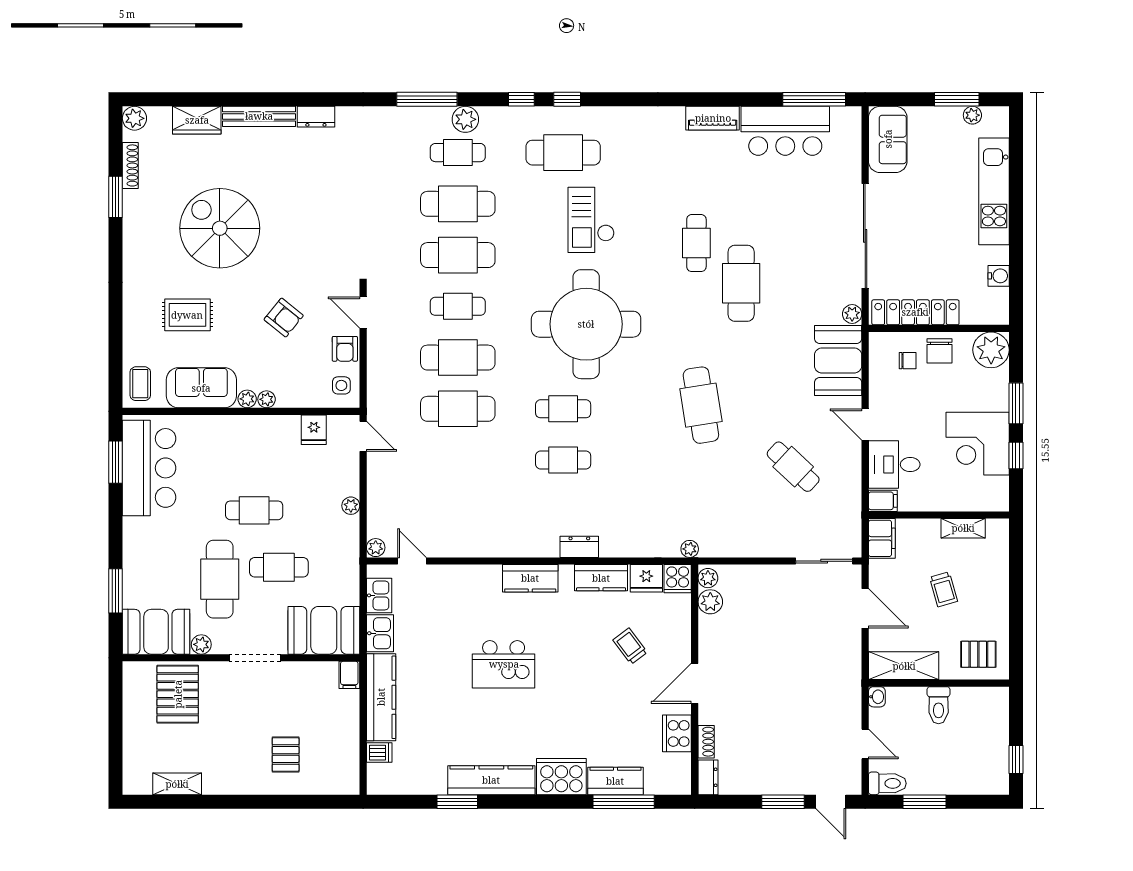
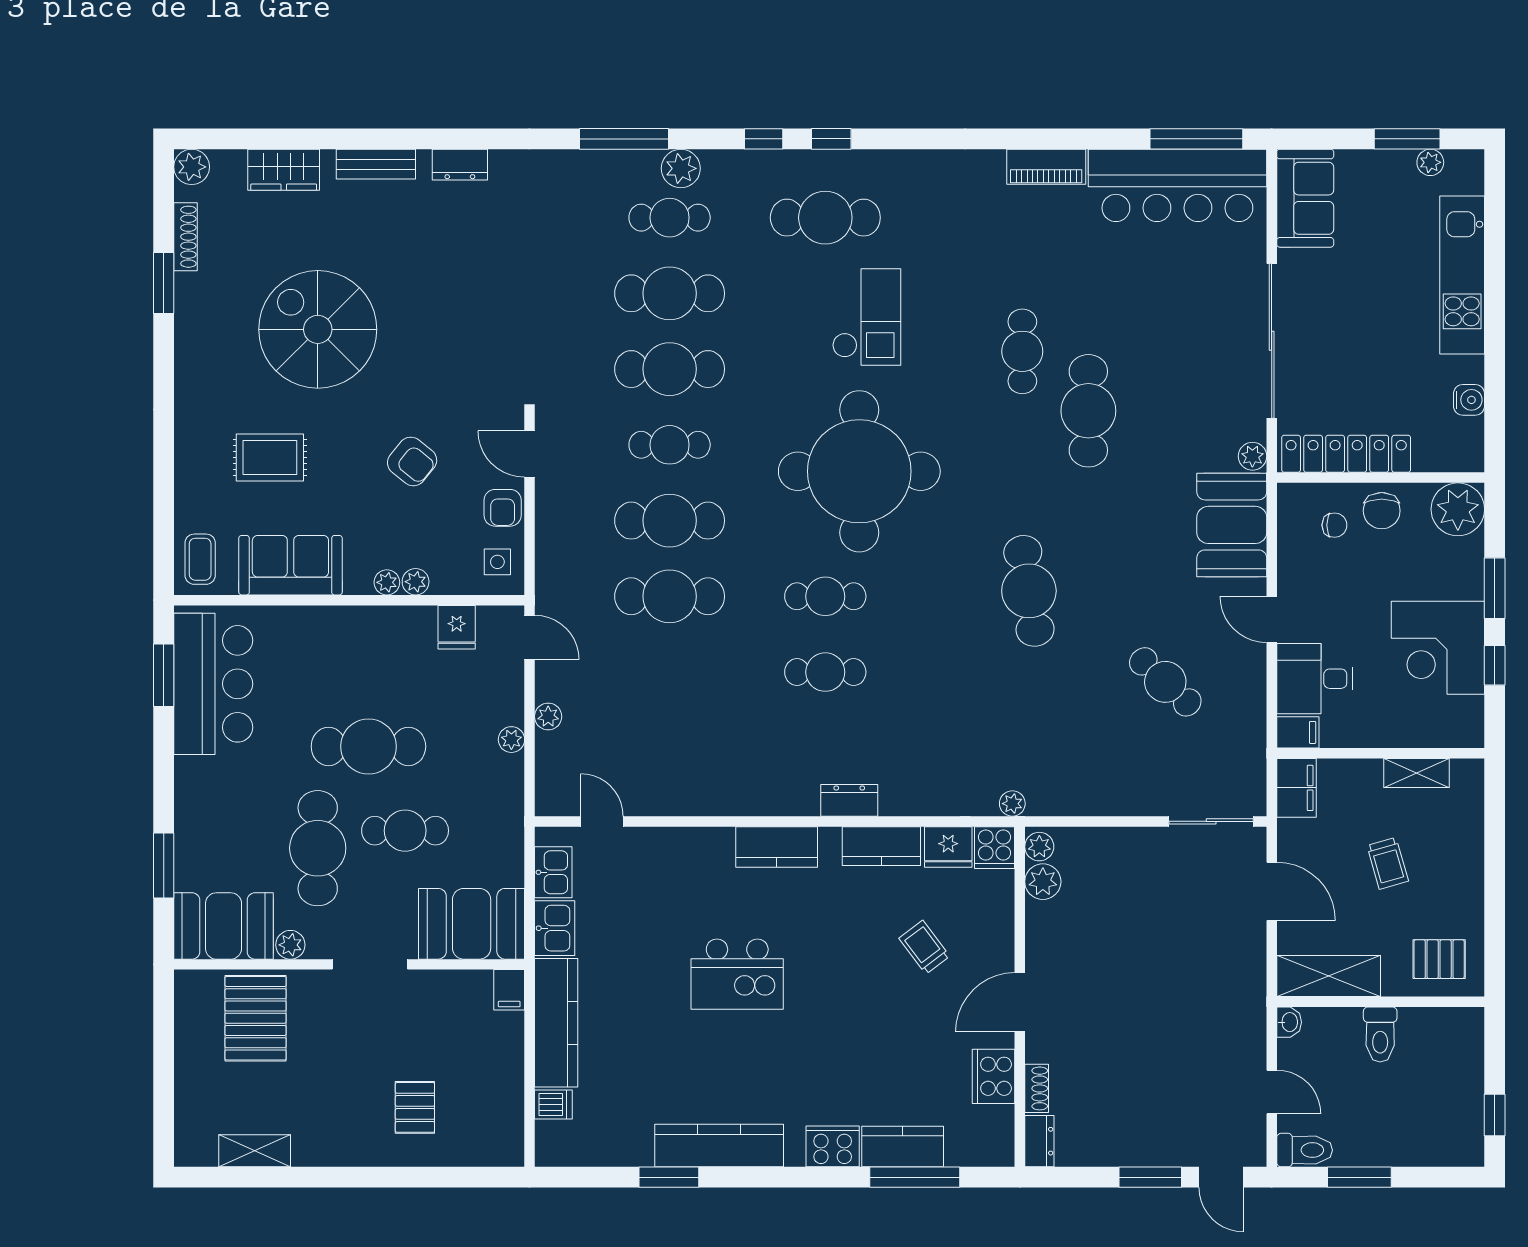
bench: (259, 116) -> (376, 164), width x0.73
bar counter: (785, 131) -> (1177, 185), width x1.36
checkout: (591, 220) -> (867, 317), turned 180
plant: (247, 399) -> (416, 582), moved
cafe table: (254, 510) -> (368, 746), width x1.37, depth x1.35
plant: (376, 548) -> (548, 716), moved
cooker: (561, 777) -> (833, 1146), width x0.73, depth x0.76

